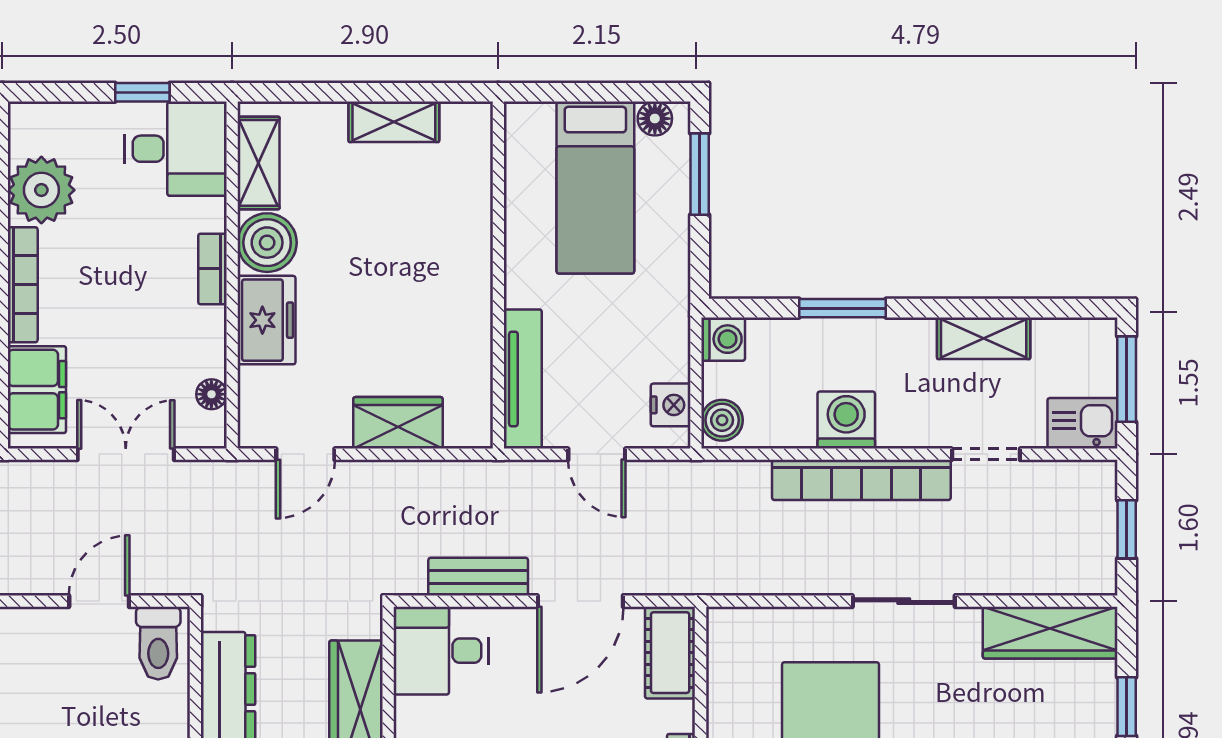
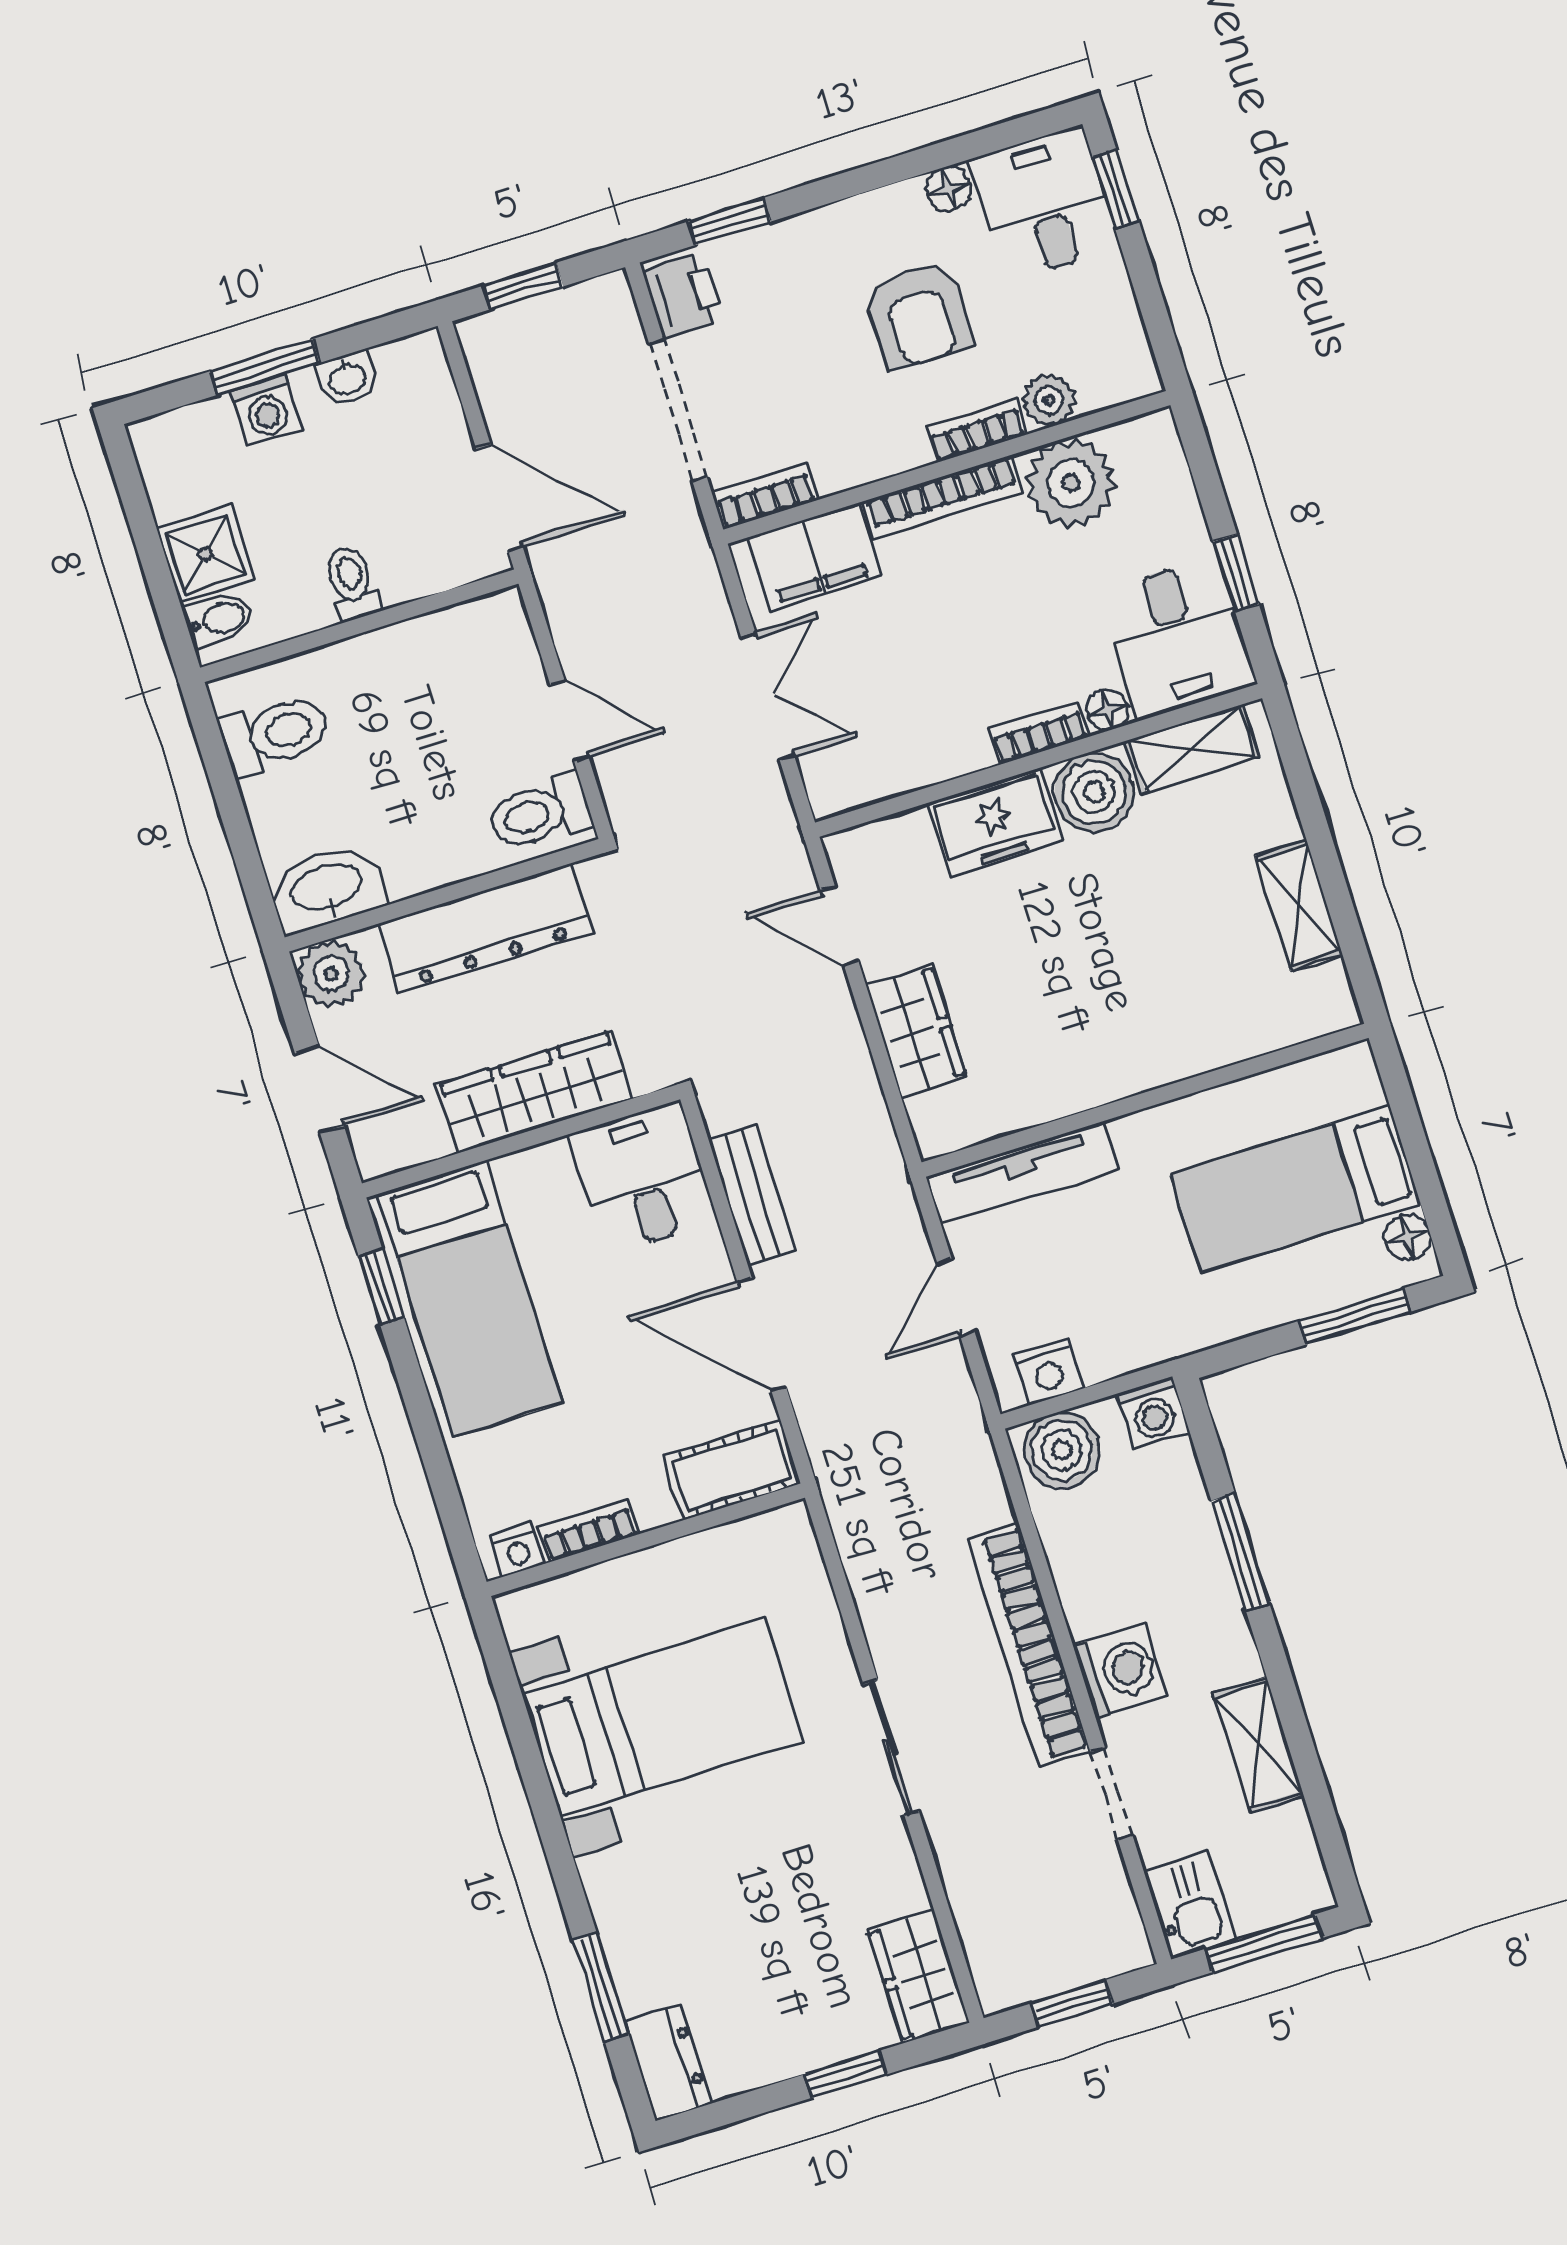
floor lamp: (211, 394) -> (1107, 710), moved
boiler: (722, 420) -> (1062, 1450), width x1.36, depth x1.36
washing machine: (846, 420) -> (1121, 1670), moved
wardrobe: (1050, 633) -> (918, 1976), width x0.67

